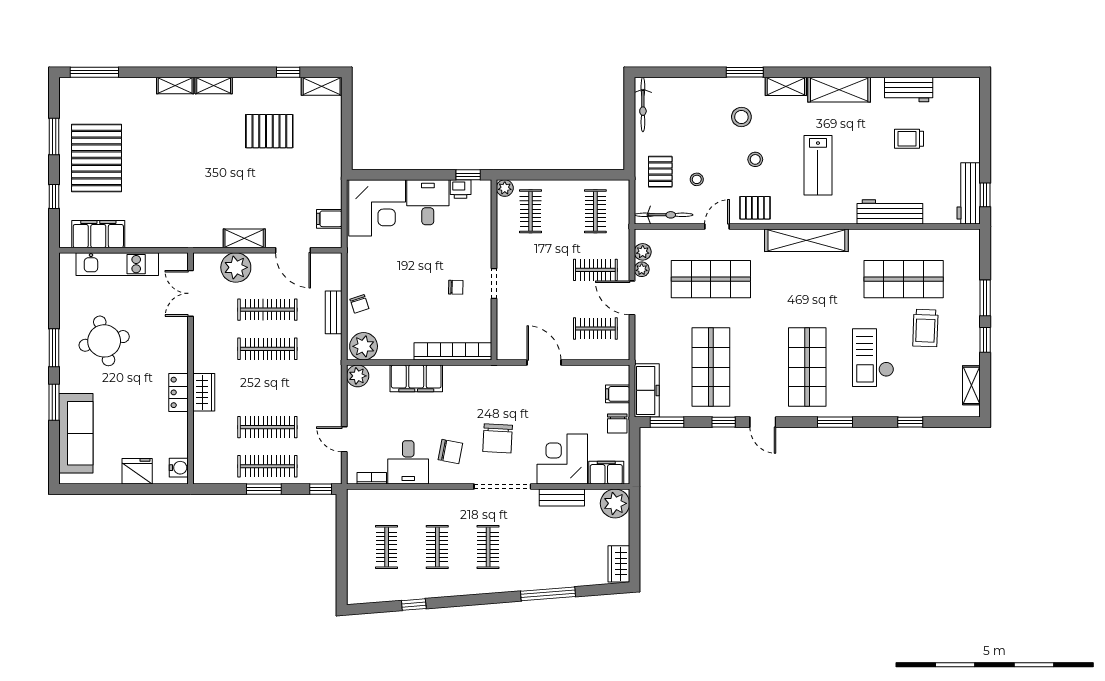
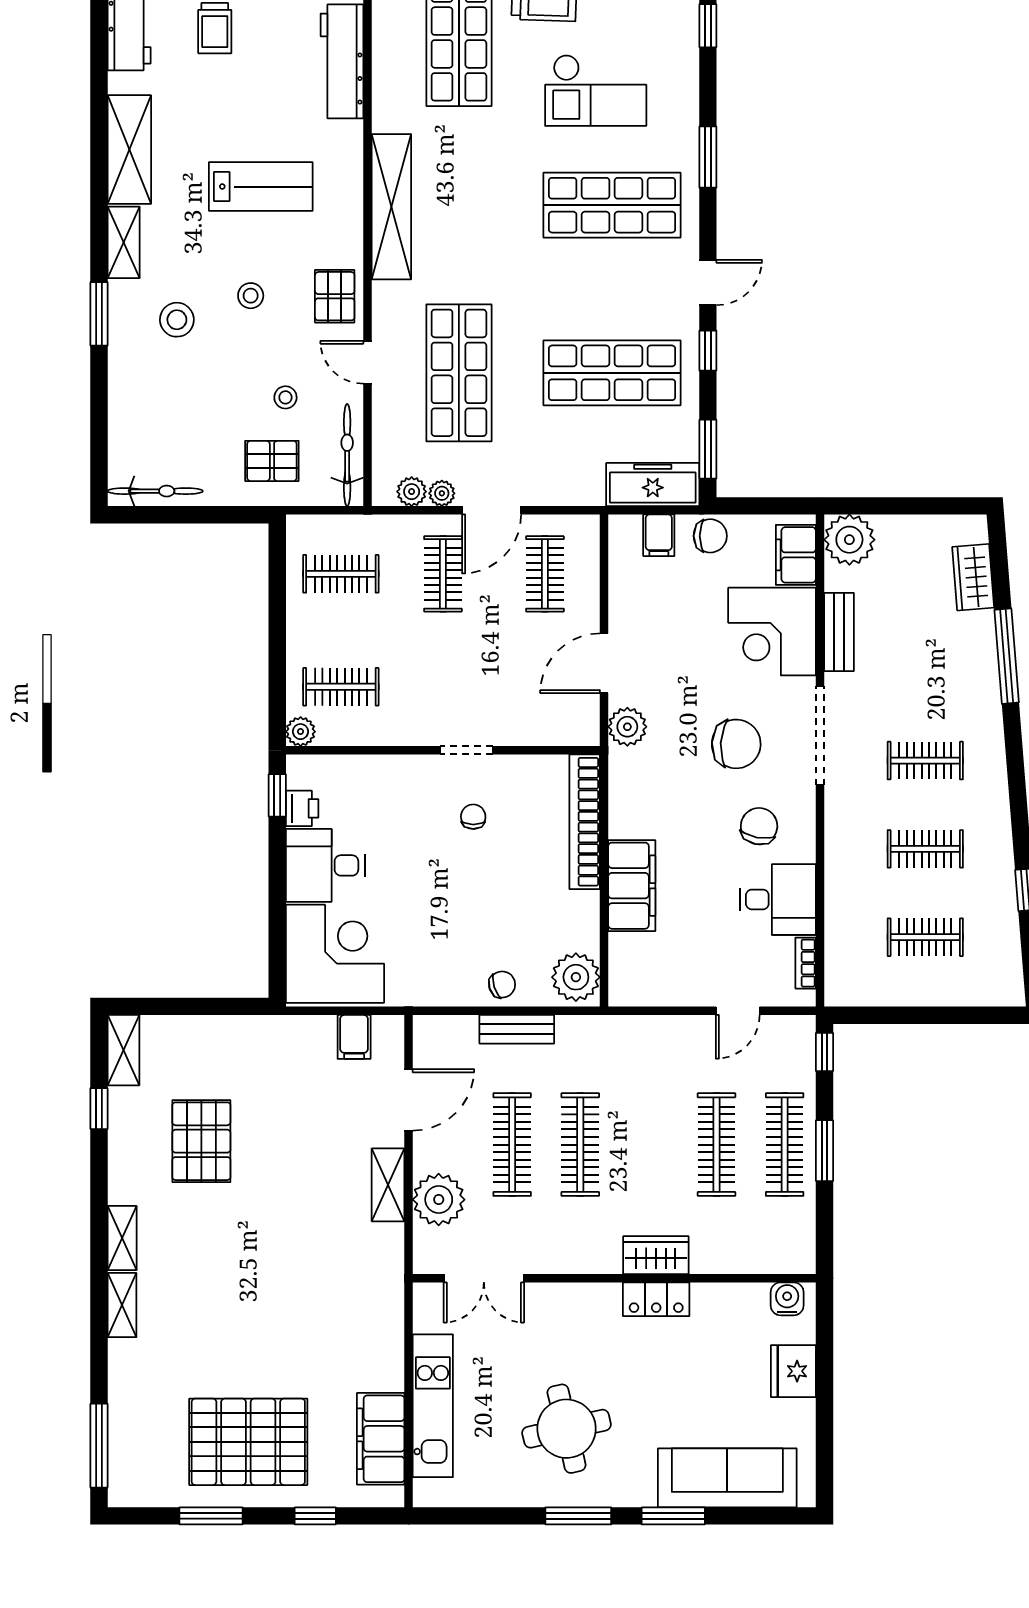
plant: (358, 376) -> (627, 727), moved
wardrobe: (619, 564) -> (973, 577), moved, turned 85

